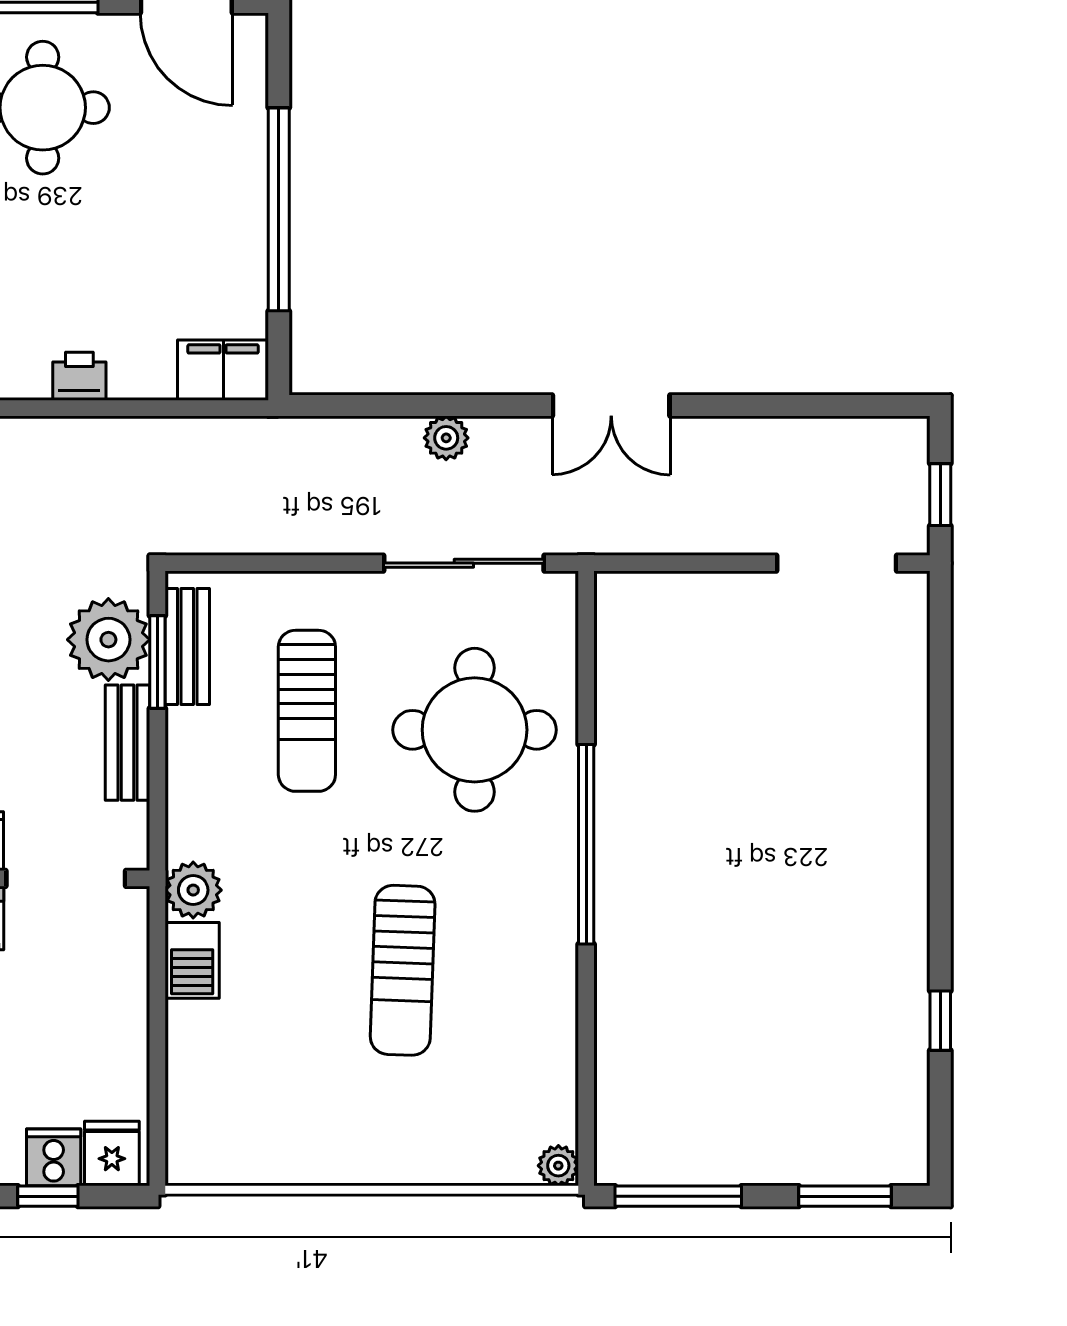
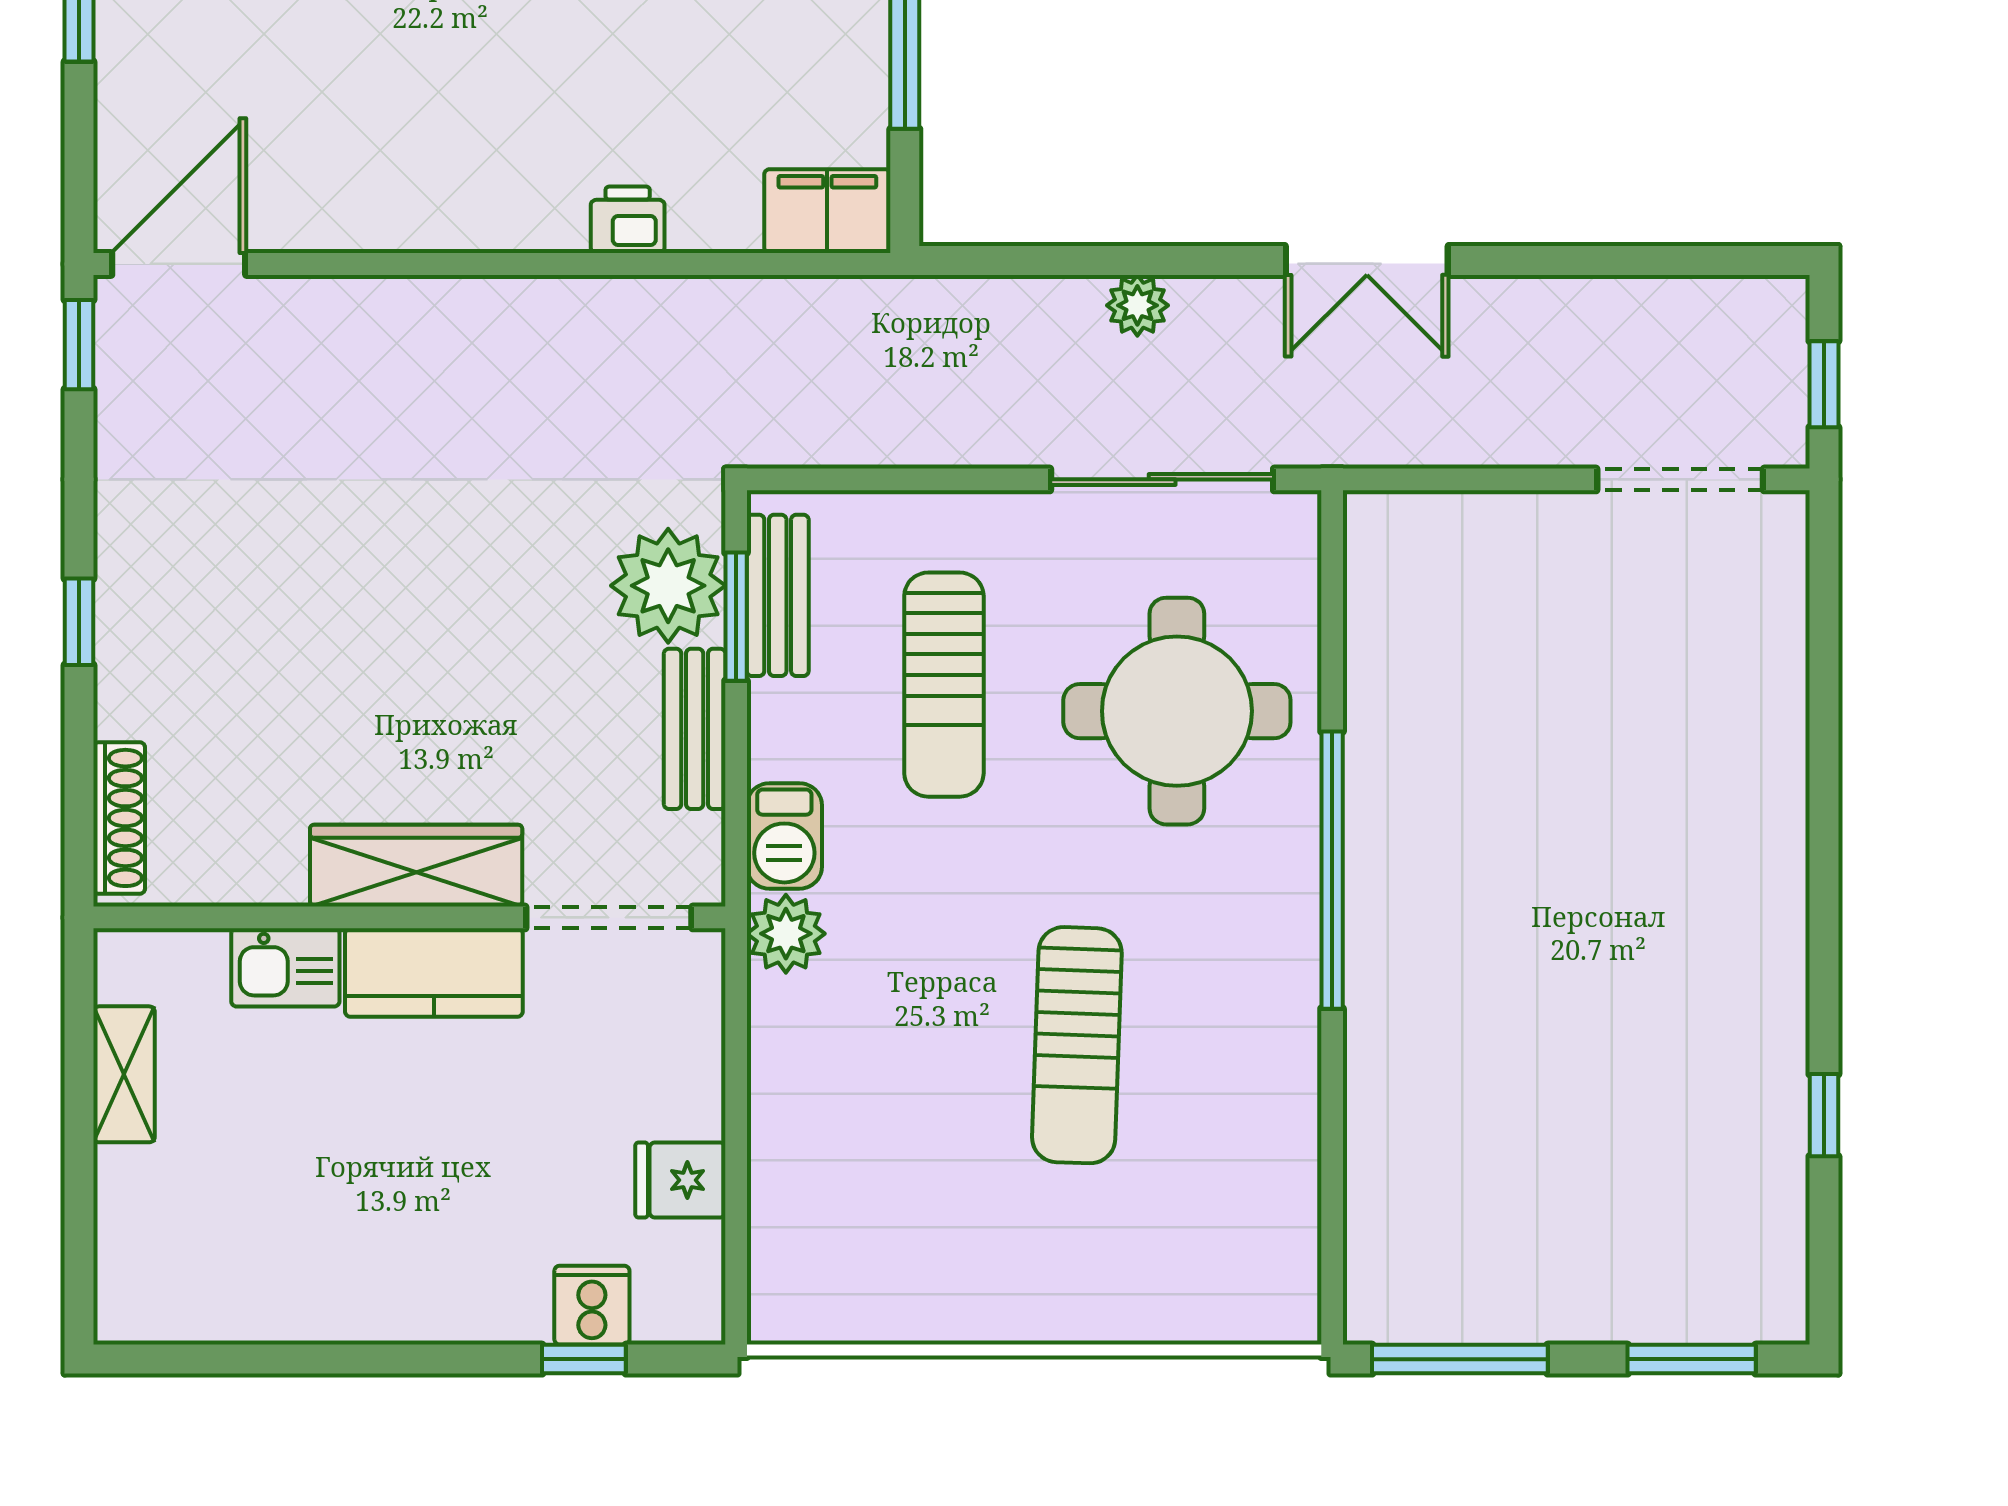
barbecue: (192, 960) -> (784, 836), moved
fridge: (112, 1153) -> (680, 1180), moved, turned -90
plant: (558, 1166) -> (1293, 1317), removed

